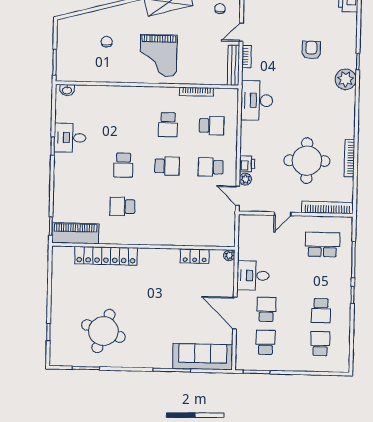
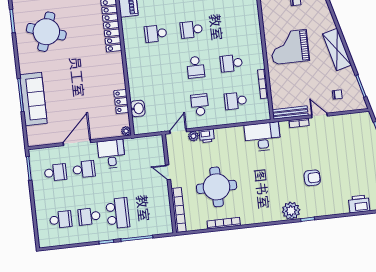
school desk: (212, 126) -> (236, 101), turned 90
school desk: (122, 207) -> (156, 34), turned -90
washbasin: (205, 239) -> (138, 108), added
school desk: (322, 245) -> (118, 213), moved
sofa: (203, 357) -> (33, 99), moved

